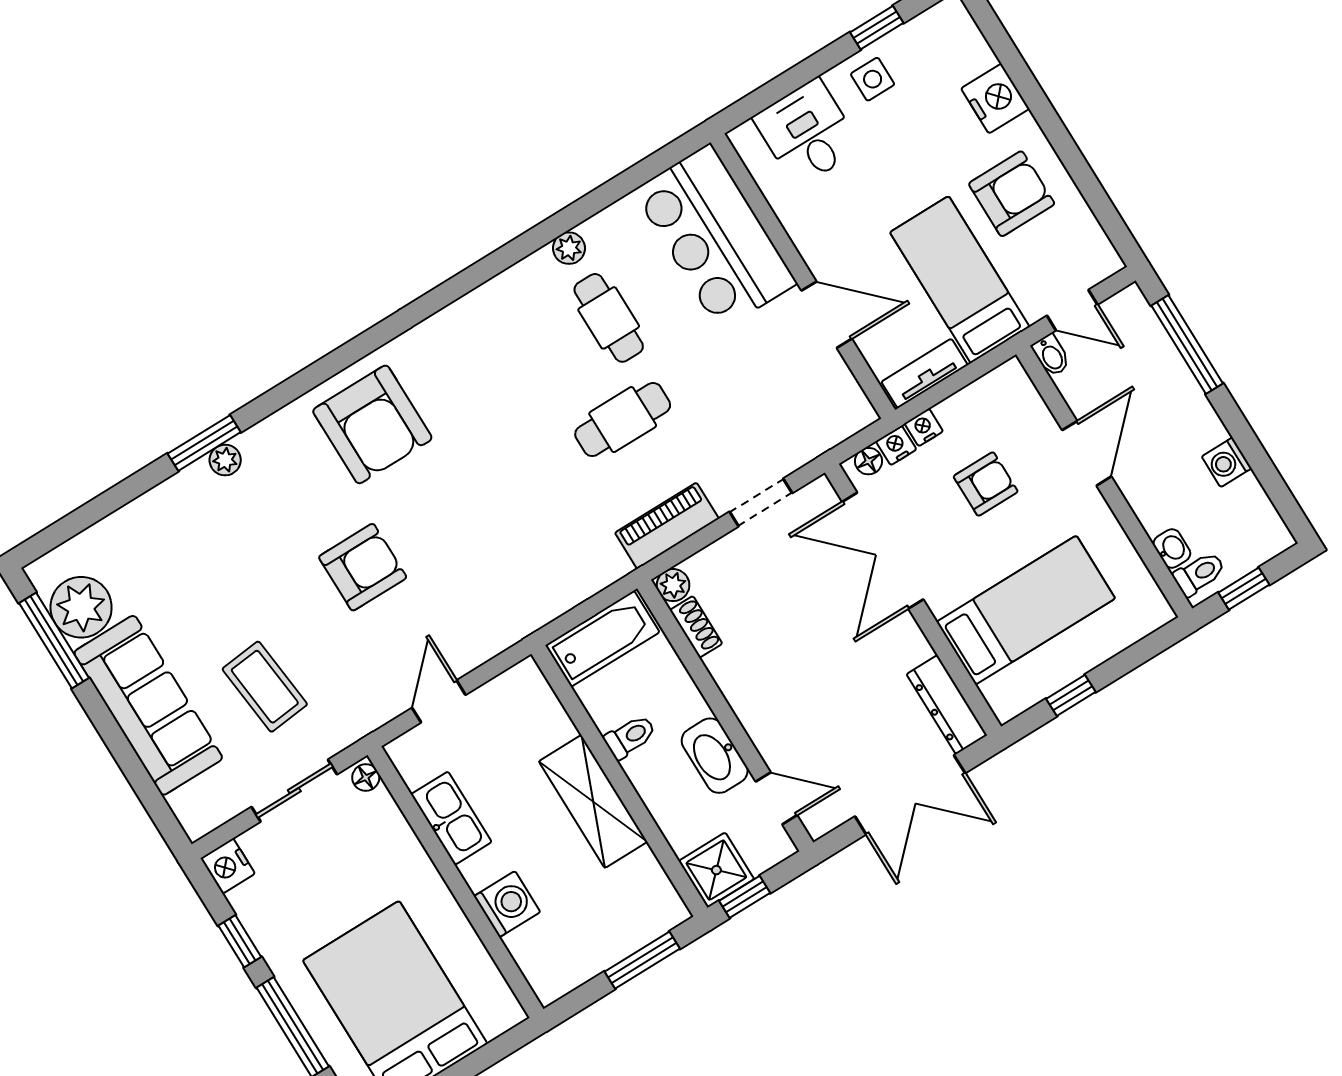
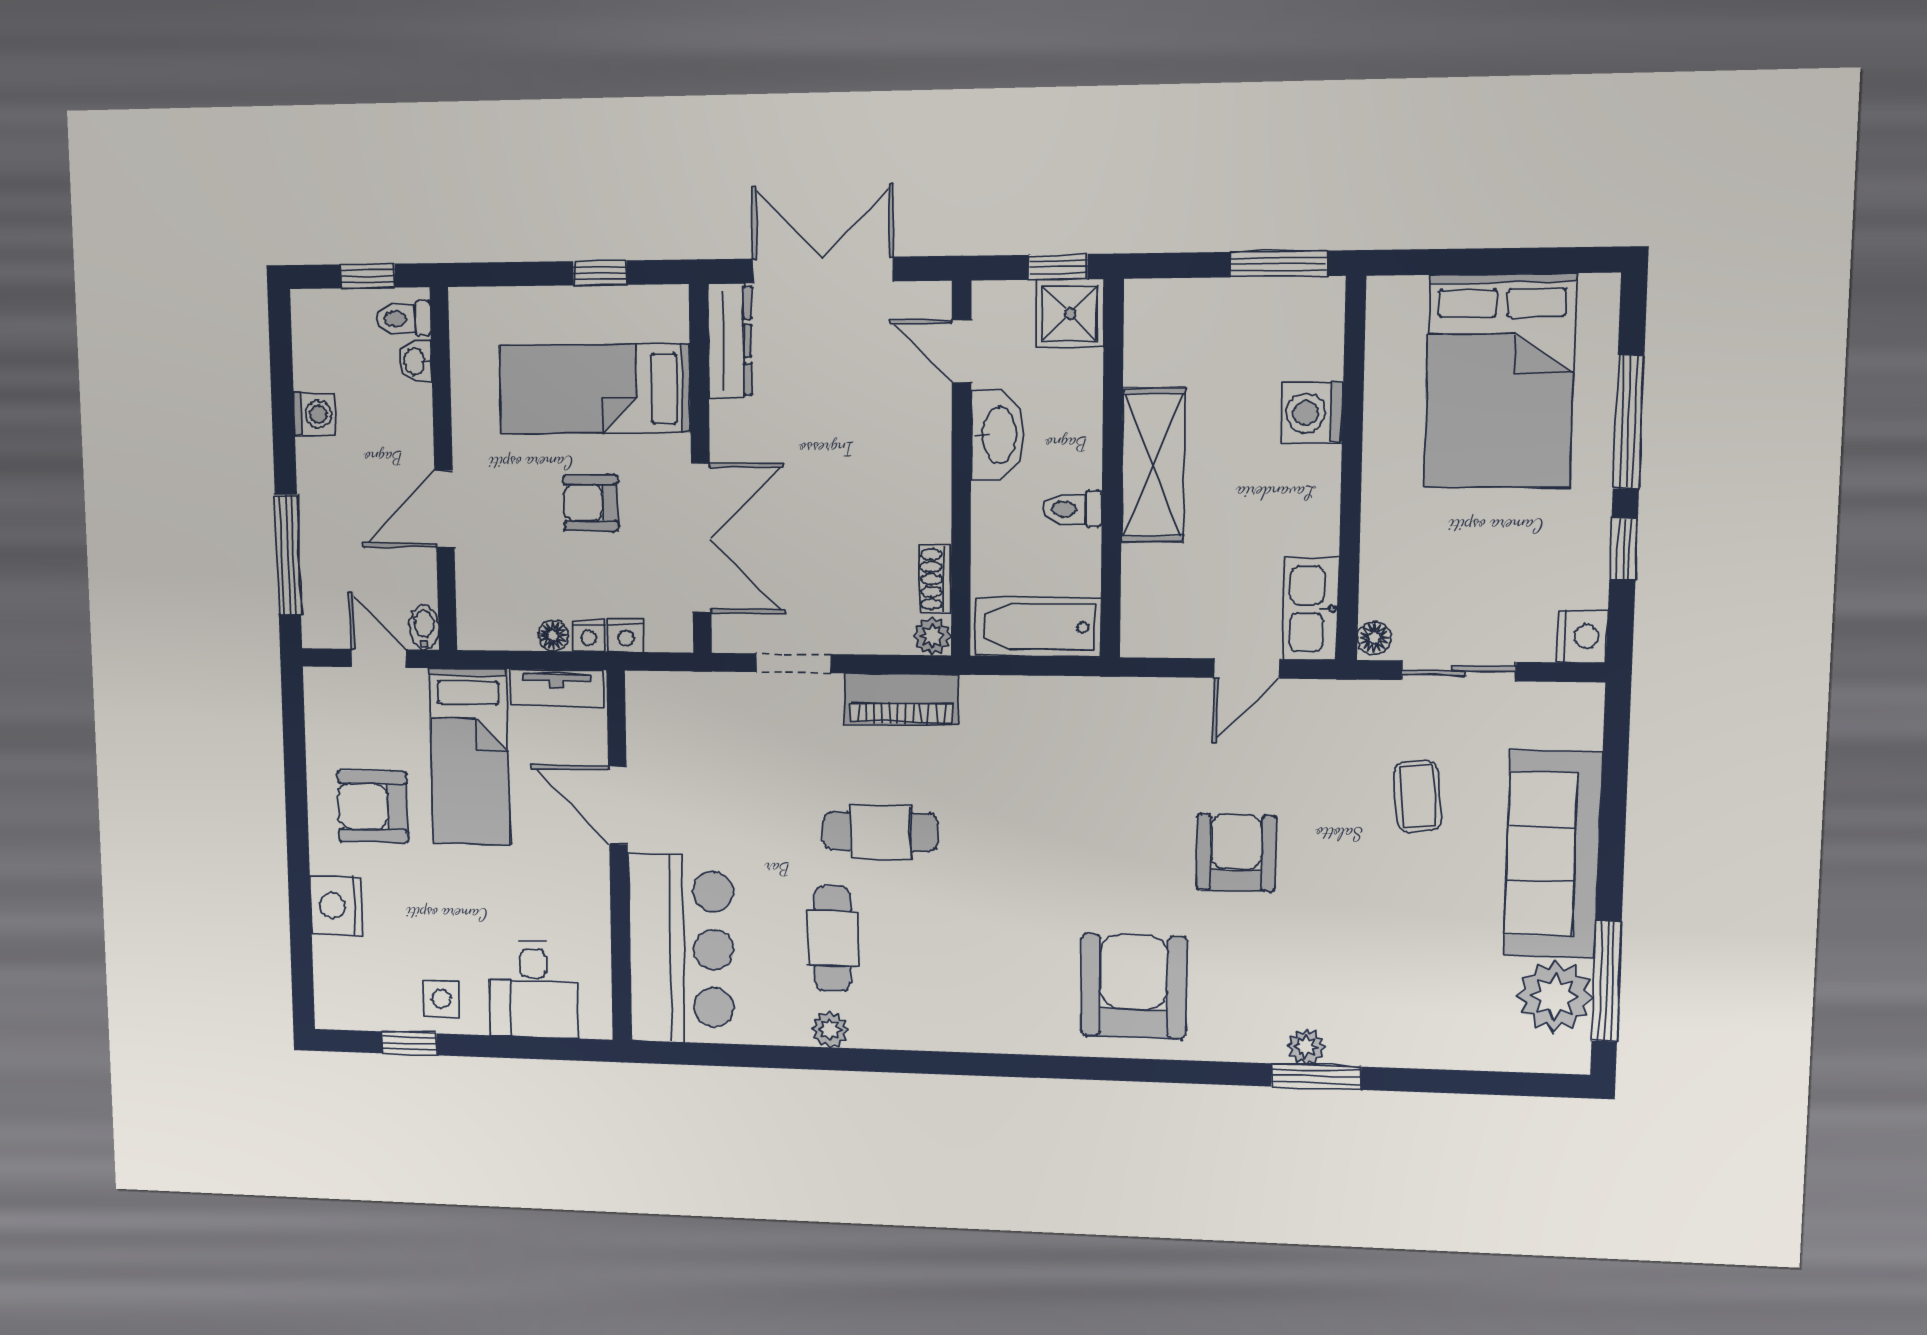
floor lamp: (869, 461) -> (553, 636), moved
armchair: (986, 484) -> (591, 503), moved
armchair: (363, 567) -> (1236, 853), turned 90
coffee table: (265, 687) -> (1418, 797), width x0.73, depth x0.77
kitchen sink: (451, 818) -> (1311, 609), moved
window: (642, 960) -> (1279, 264), moved

